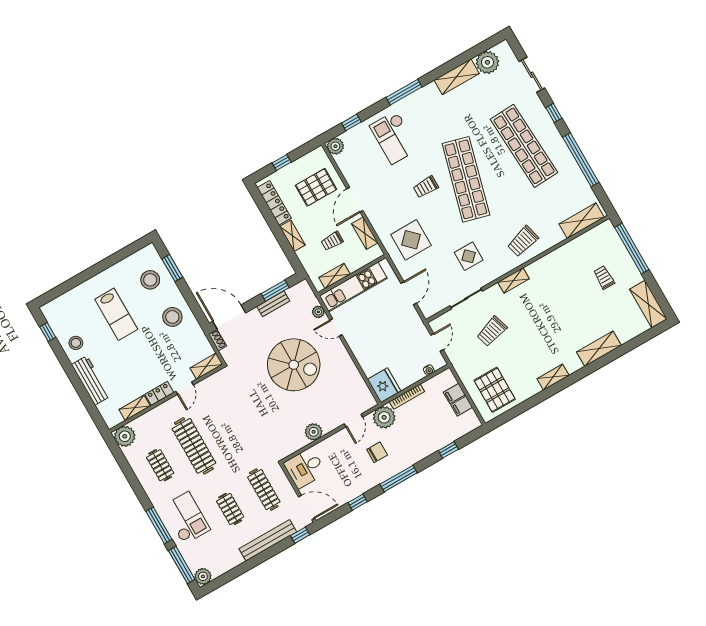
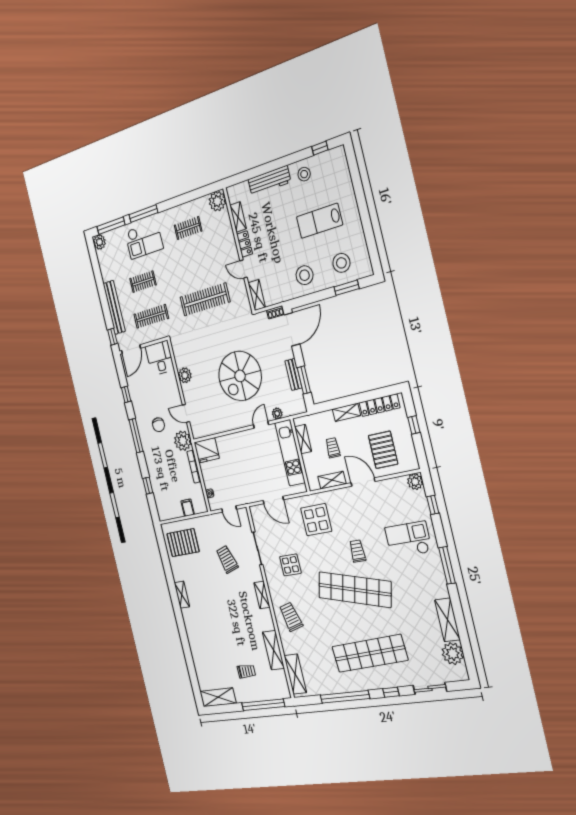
shelving: (599, 349) -> (273, 650), moved
filing cabinet: (462, 406) -> (177, 510), removed
clothes rail: (194, 446) -> (205, 299), moved

